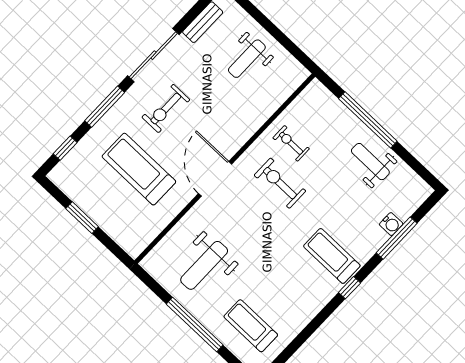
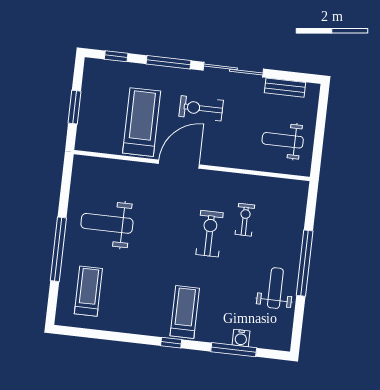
wall: (225, 169) -> (192, 166), moved
door: (215, 179) -> (179, 164), moved

